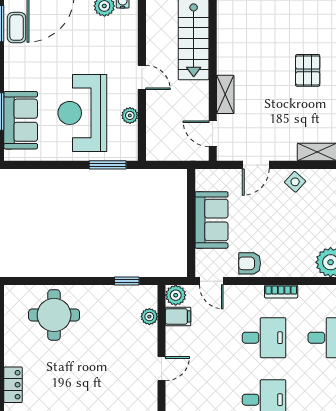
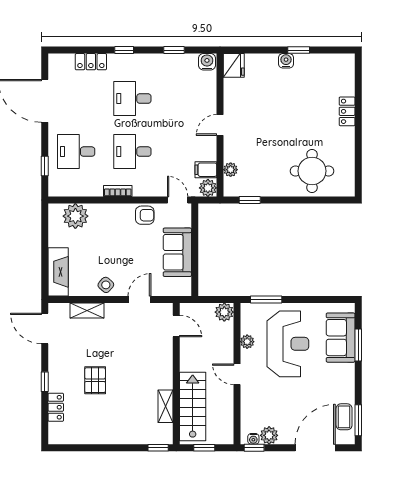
shelving: (225, 94) -> (165, 406), moved
plant: (157, 150) -> (224, 312), added

